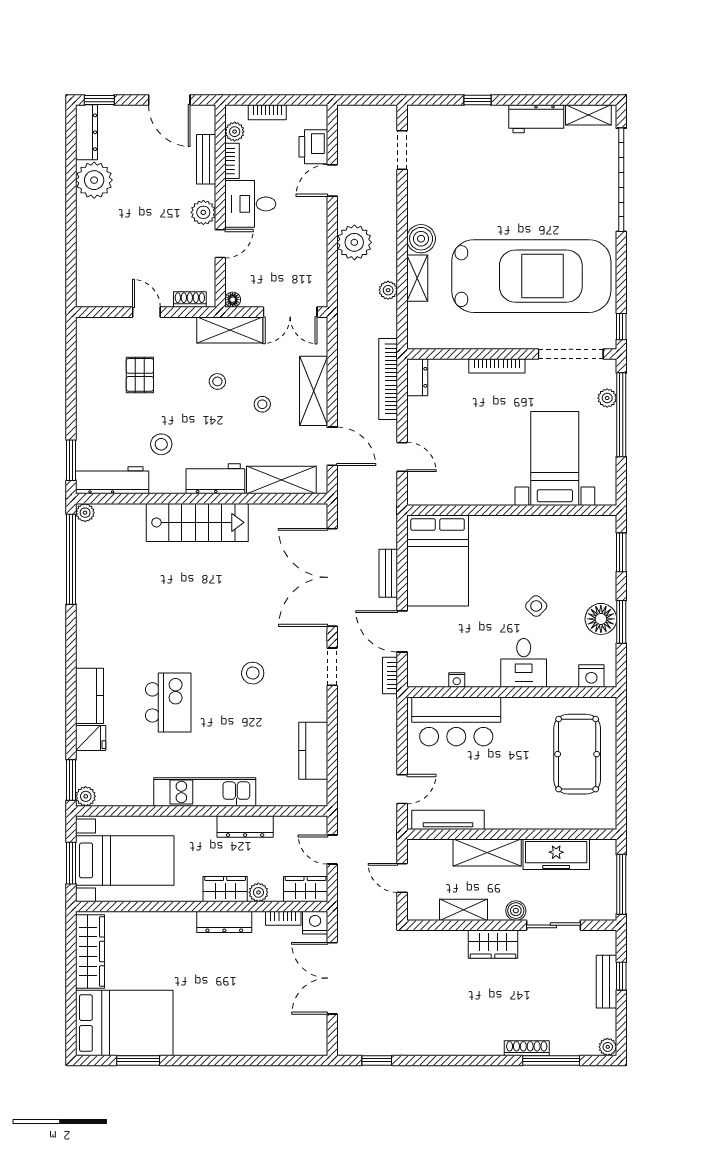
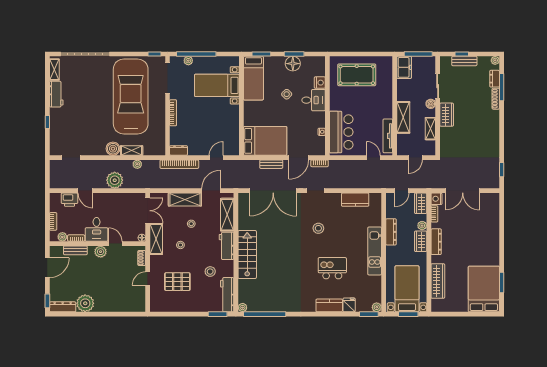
pallet: (140, 375) -> (177, 282), width x1.50, depth x1.42
bed: (570, 536) -> (253, 78), added
nightstand: (591, 676) -> (320, 83), moved
freezer: (556, 854) -> (404, 67), moved, width x0.71
wardrobe: (90, 951) -> (438, 281), moved, turned 90
dresser: (569, 1046) -> (495, 79), added

